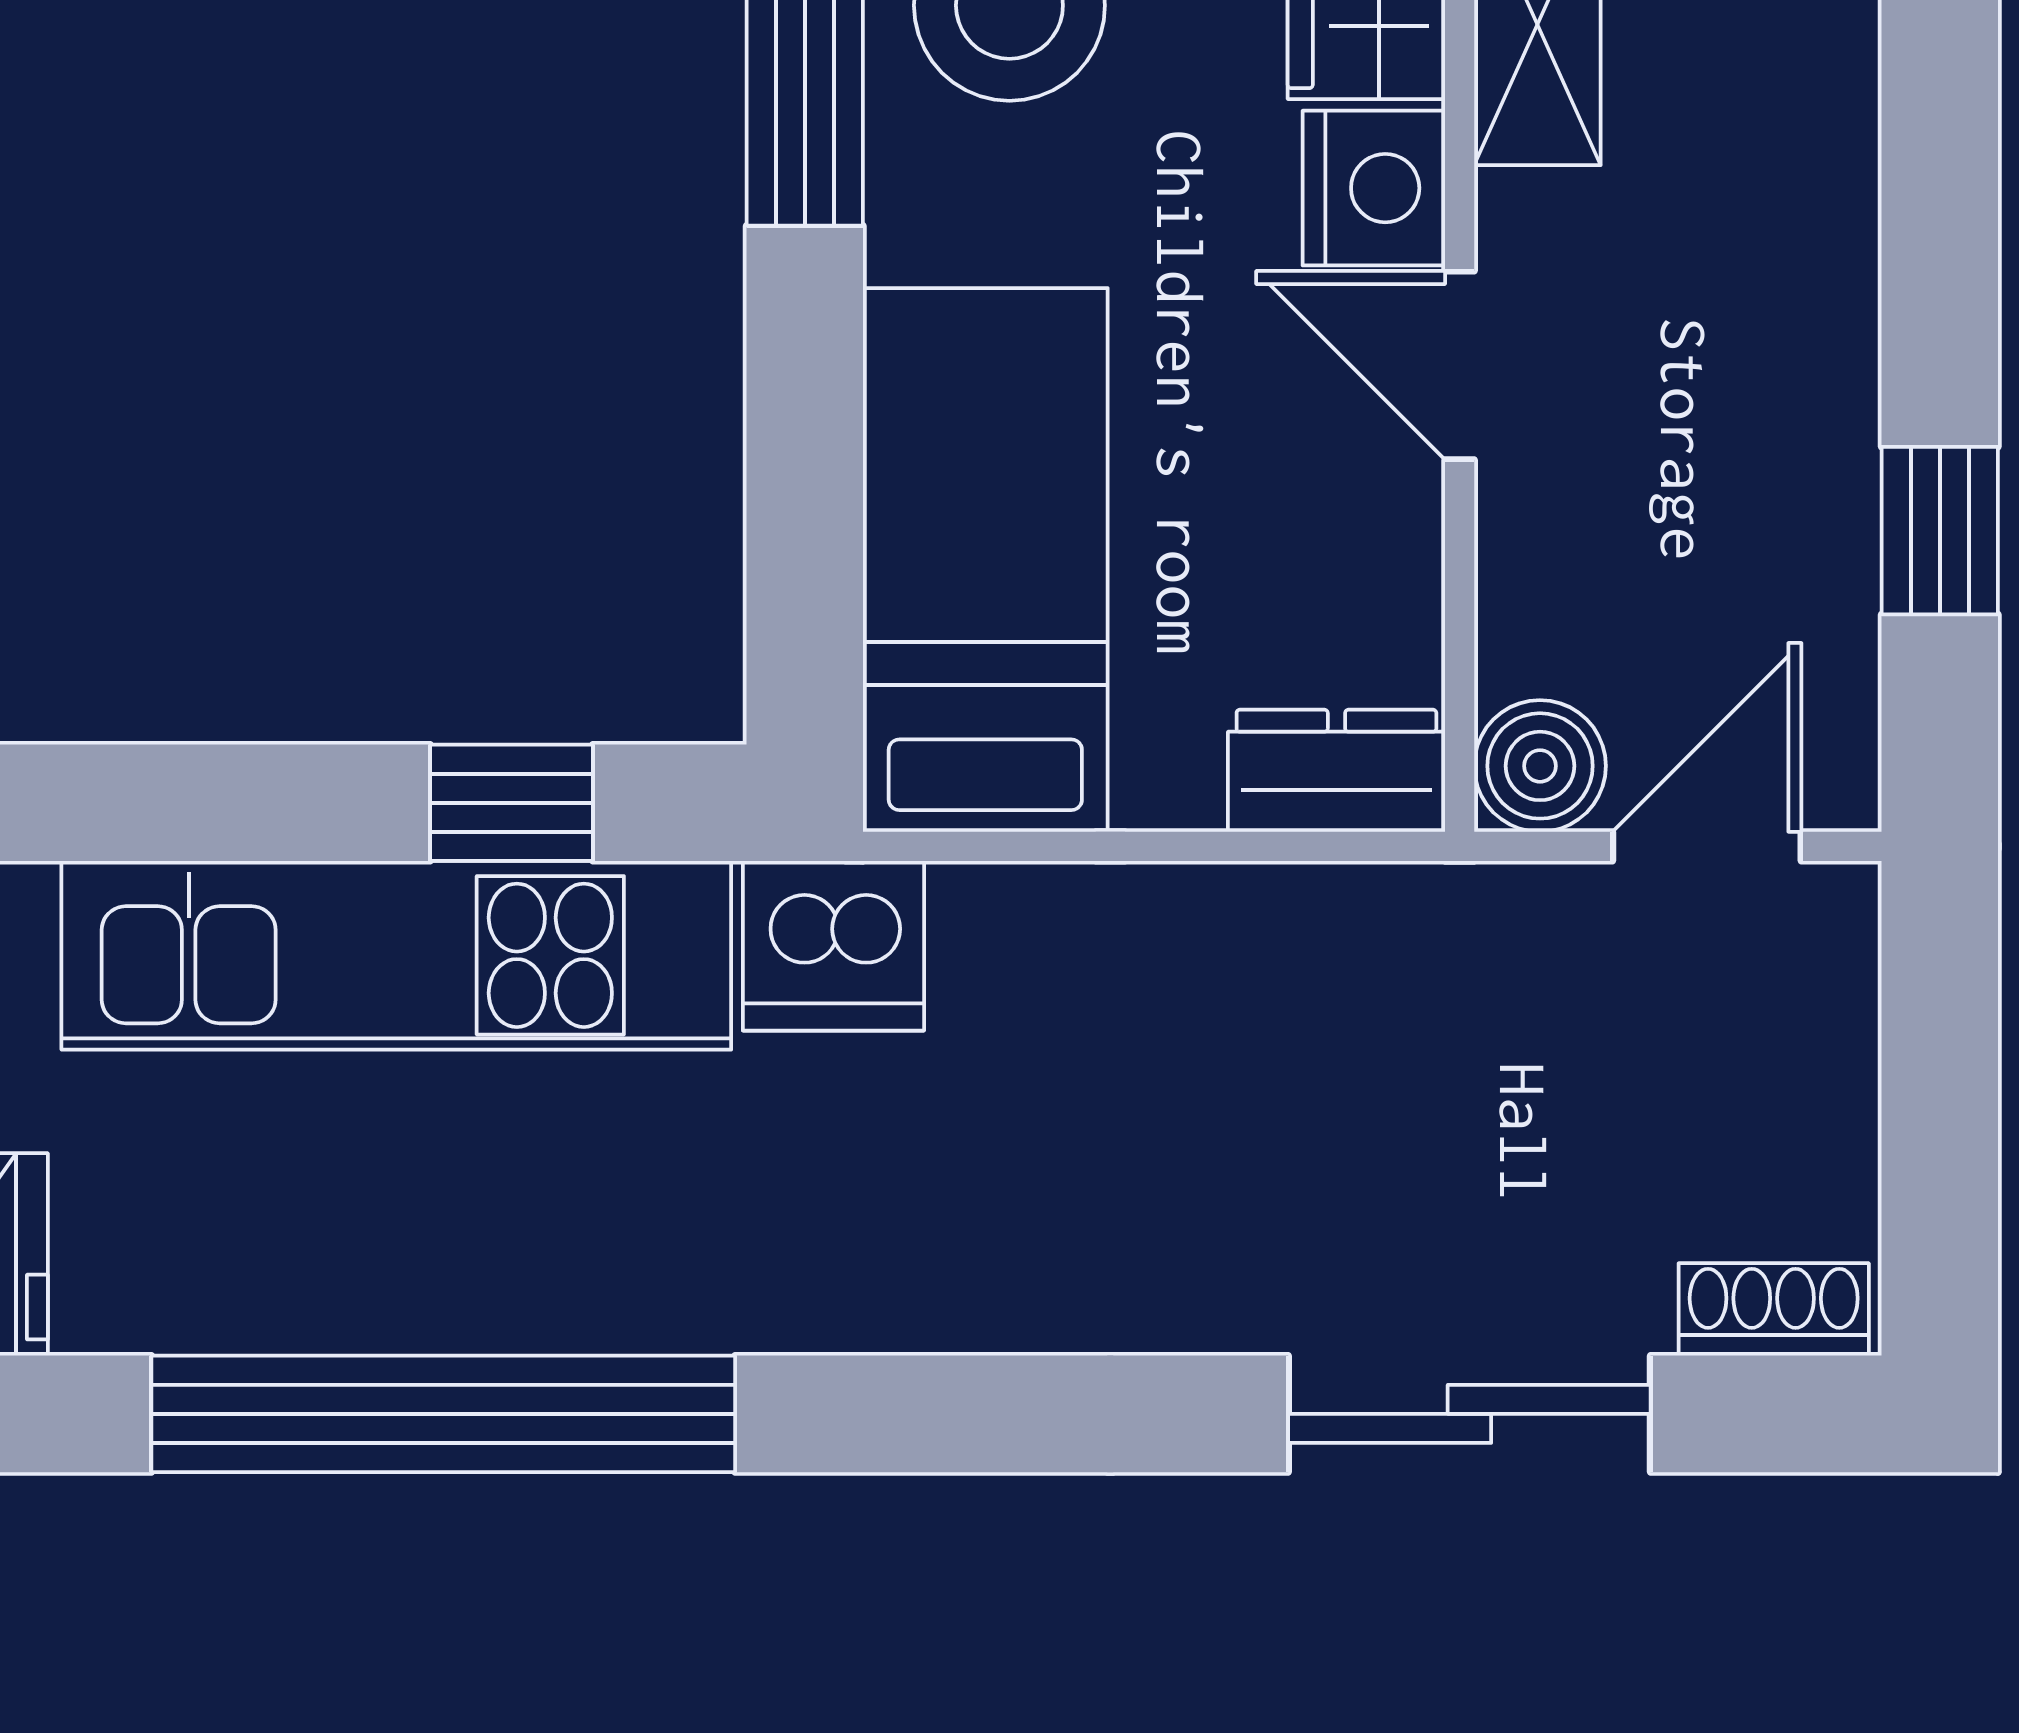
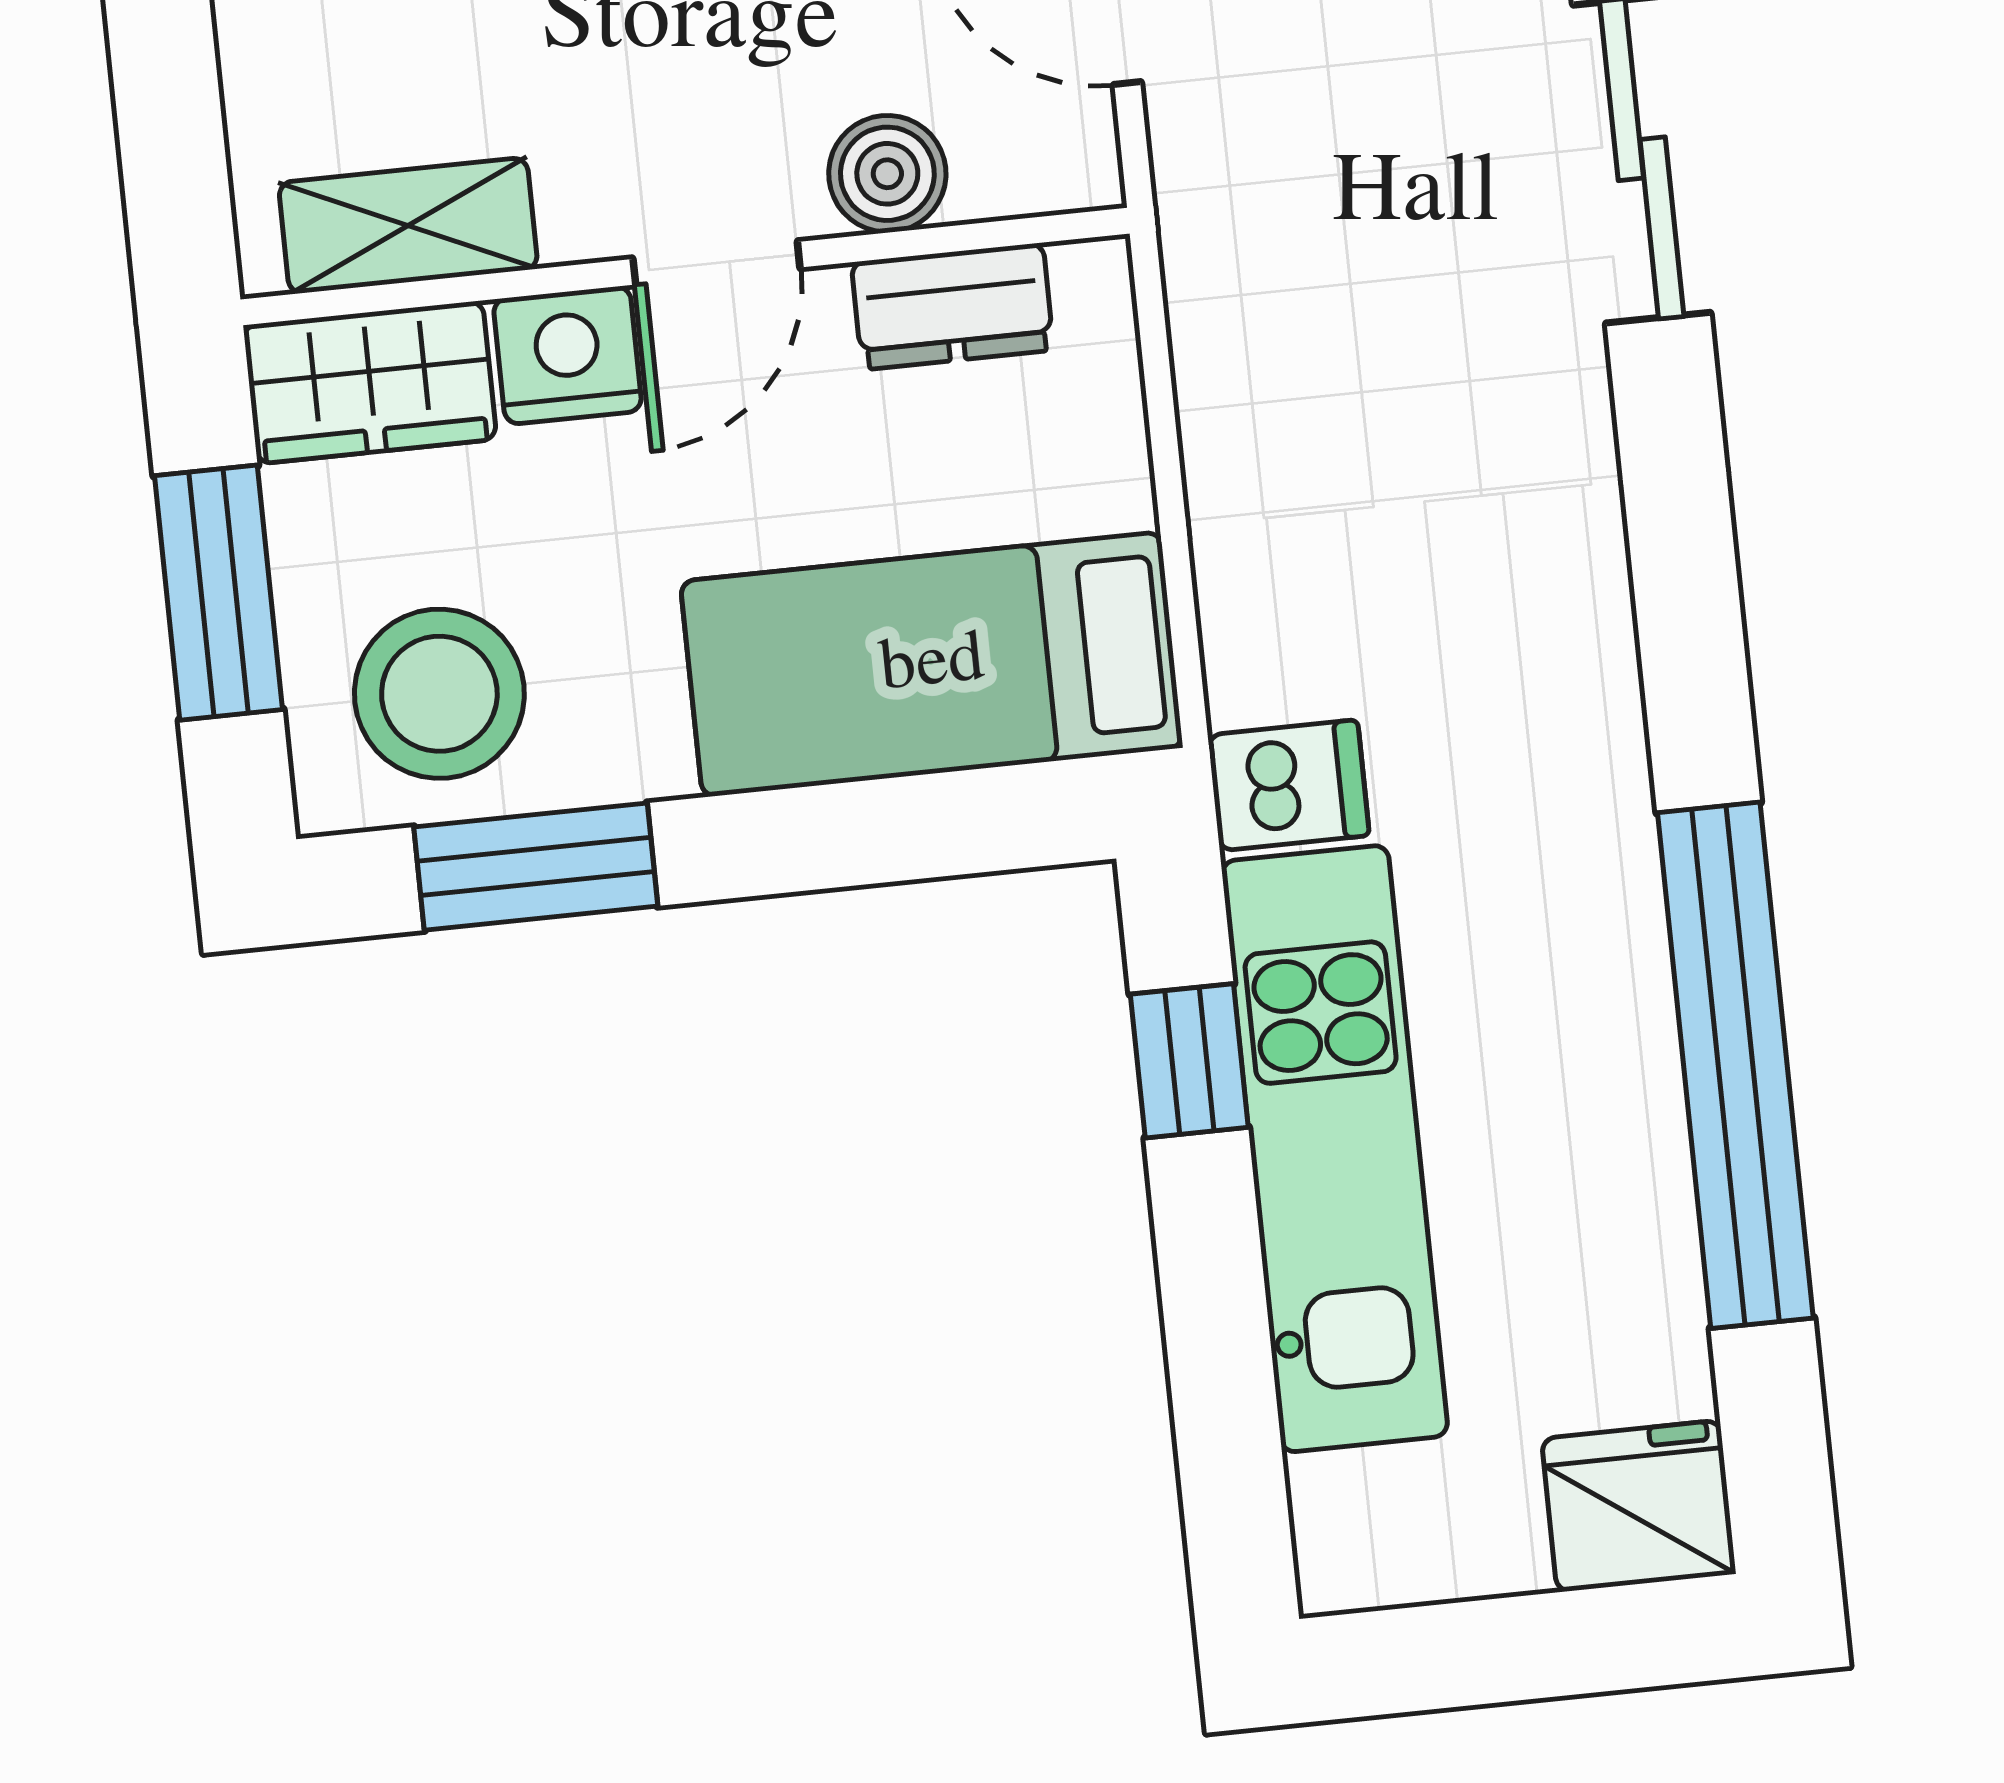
boiler: (1540, 766) -> (887, 174), moved
dresser: (1336, 771) -> (953, 306), moved, turned -90
dishwasher: (833, 946) -> (1289, 785), width x0.73

